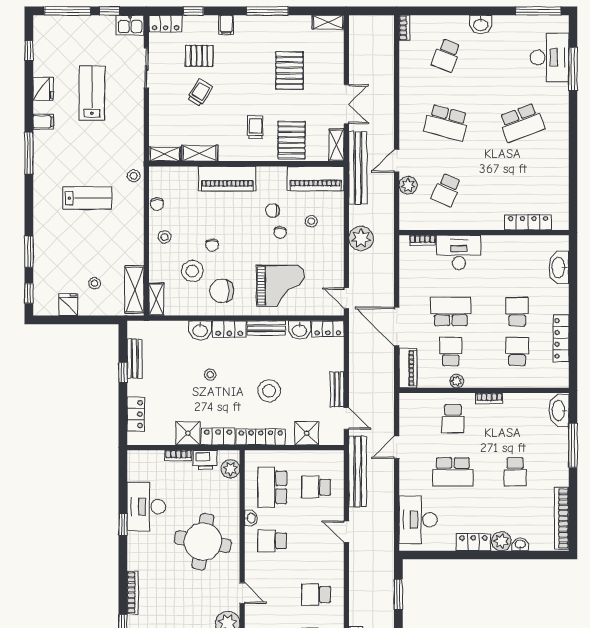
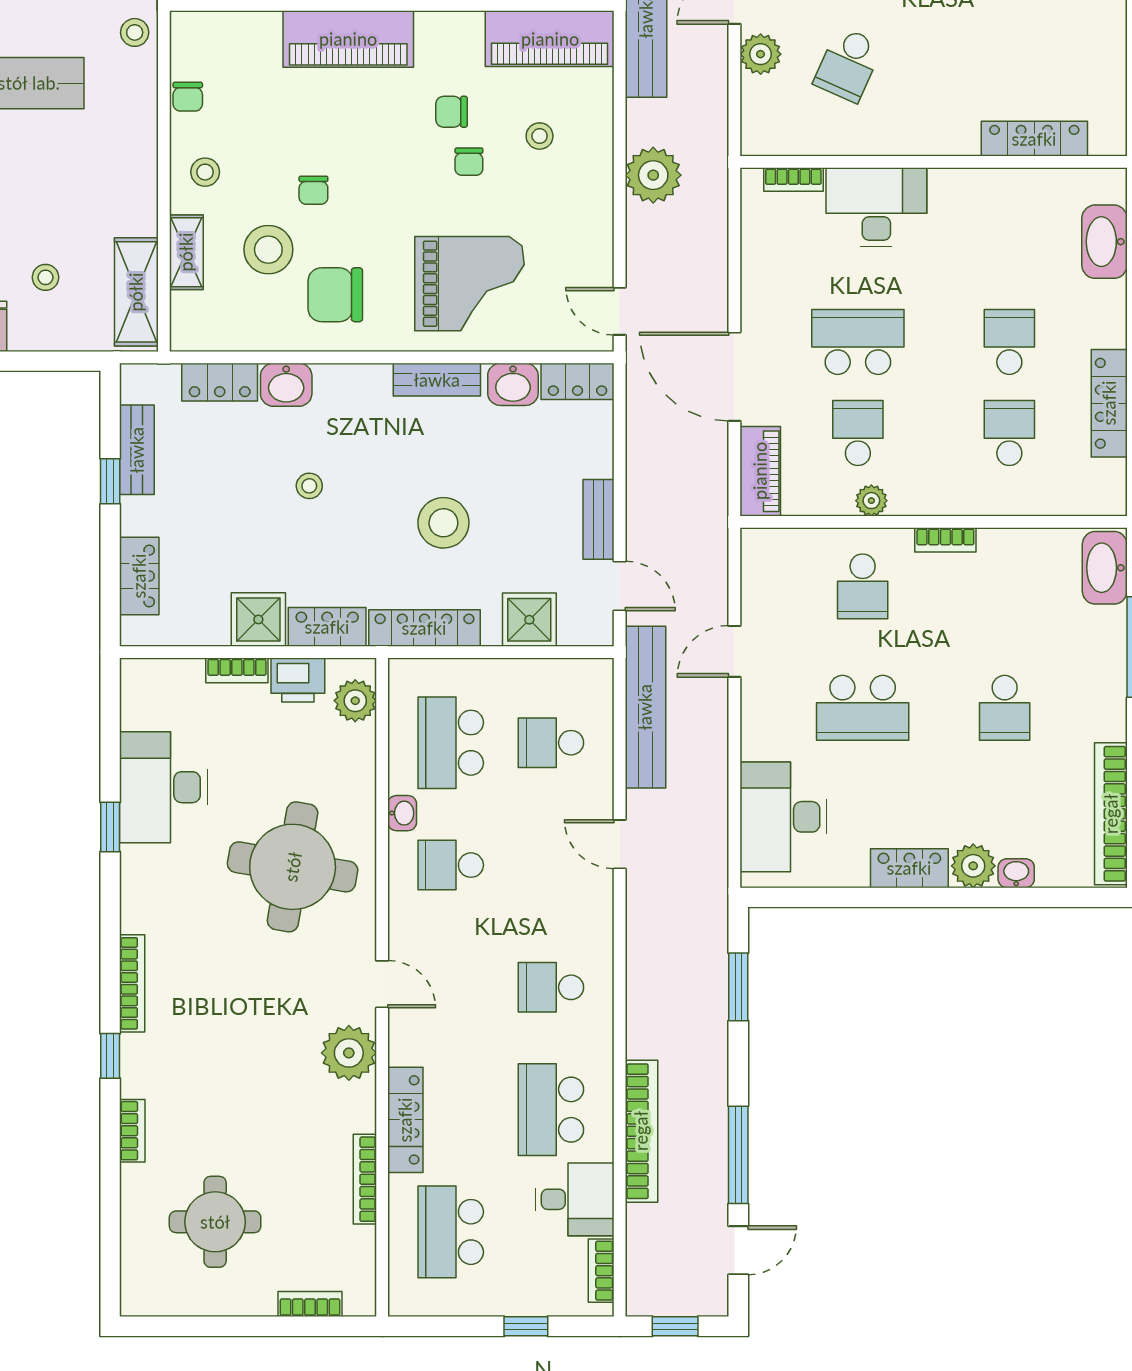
shelving: (156, 299) -> (186, 252), moved
locker: (229, 329) -> (220, 382), moved

